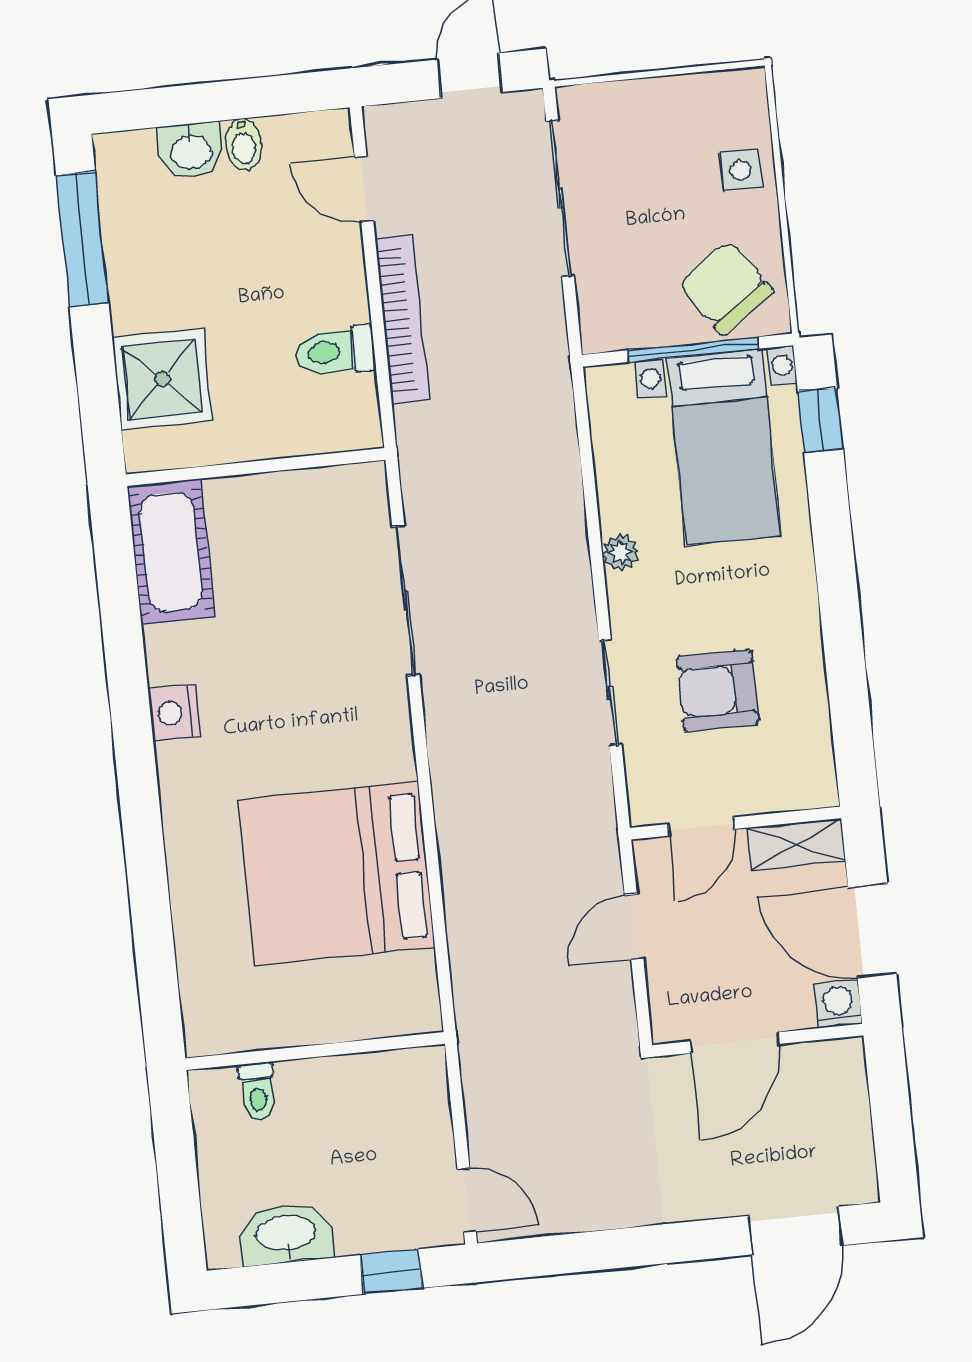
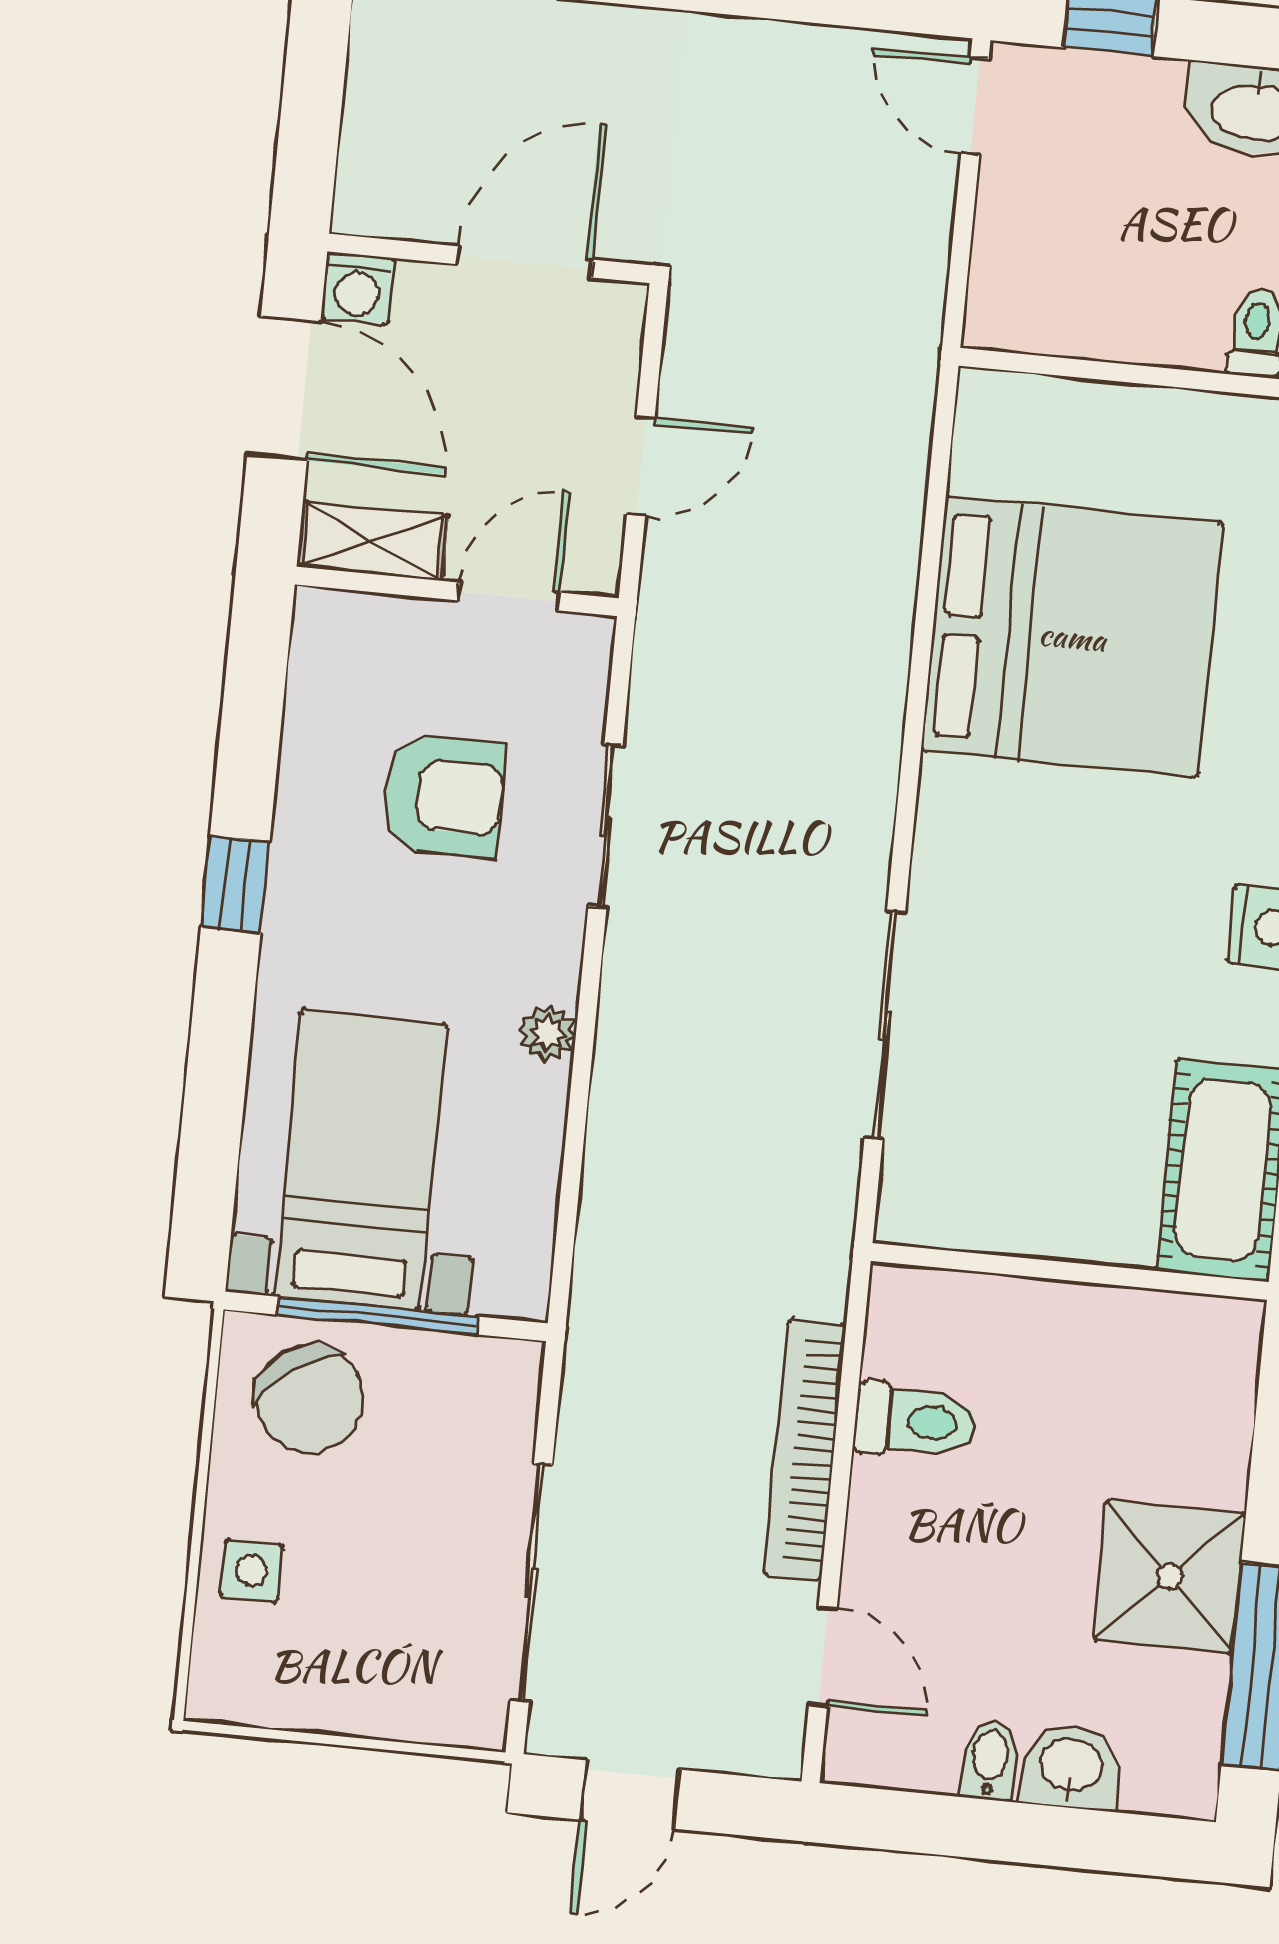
shower: (162, 379) -> (1169, 1577), moved
window: (820, 420) -> (235, 884), moved

